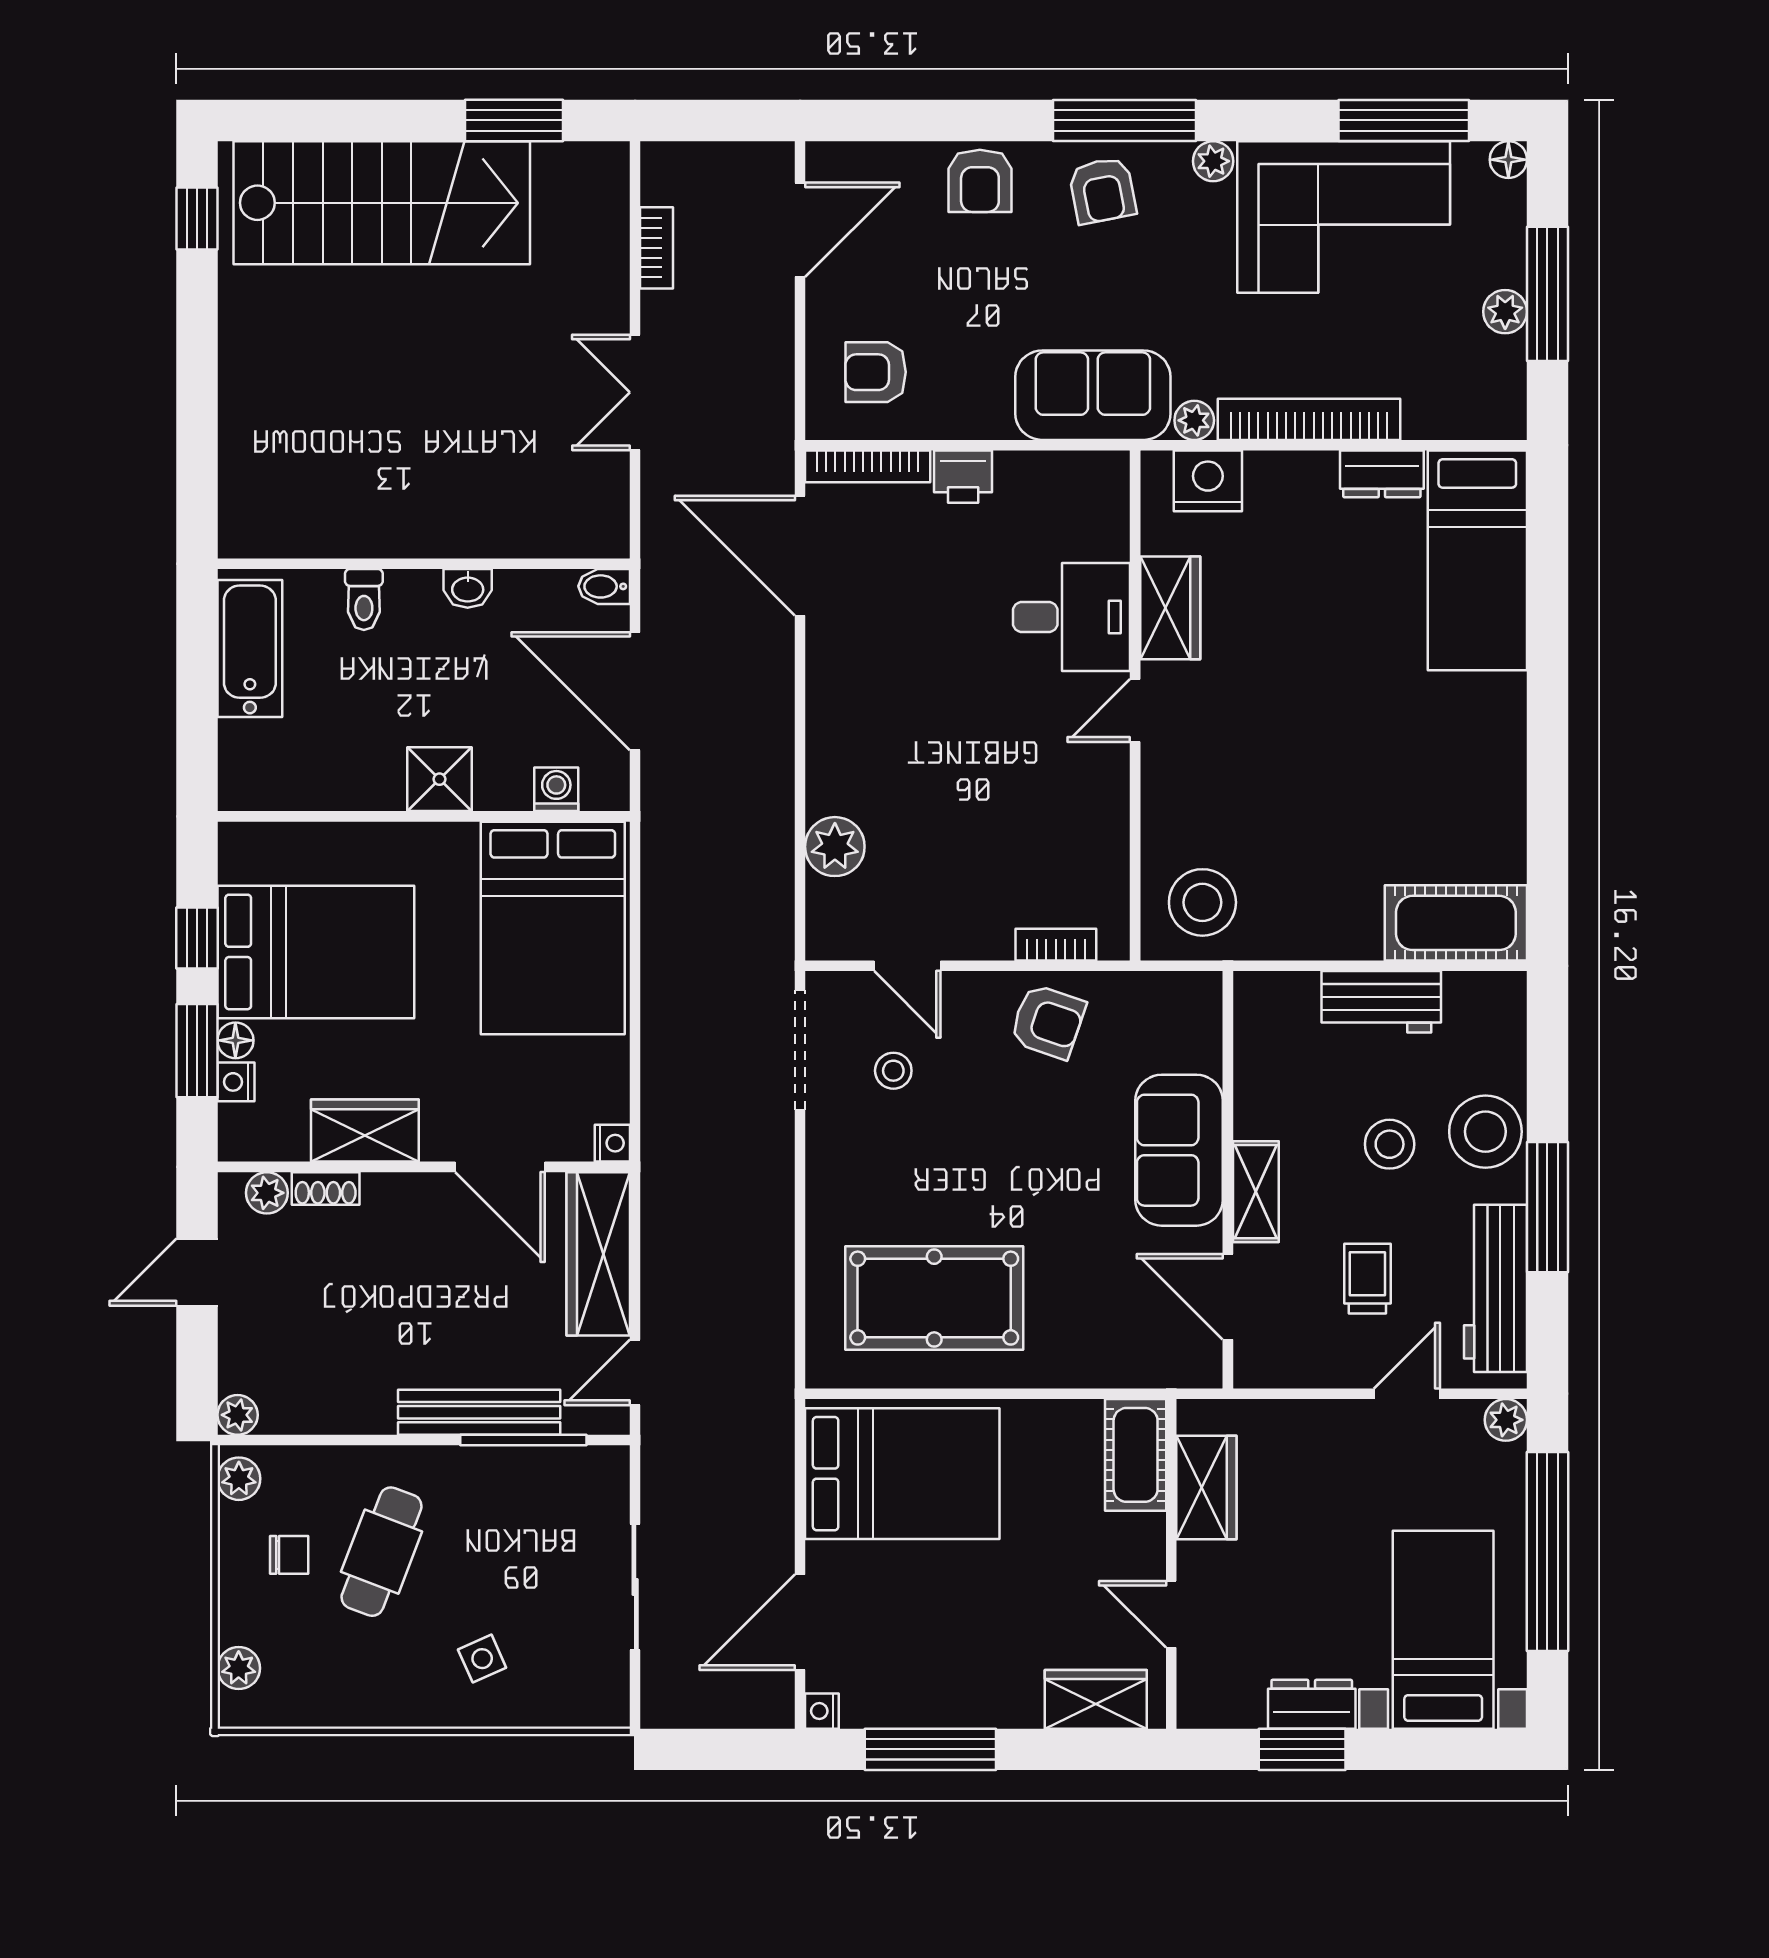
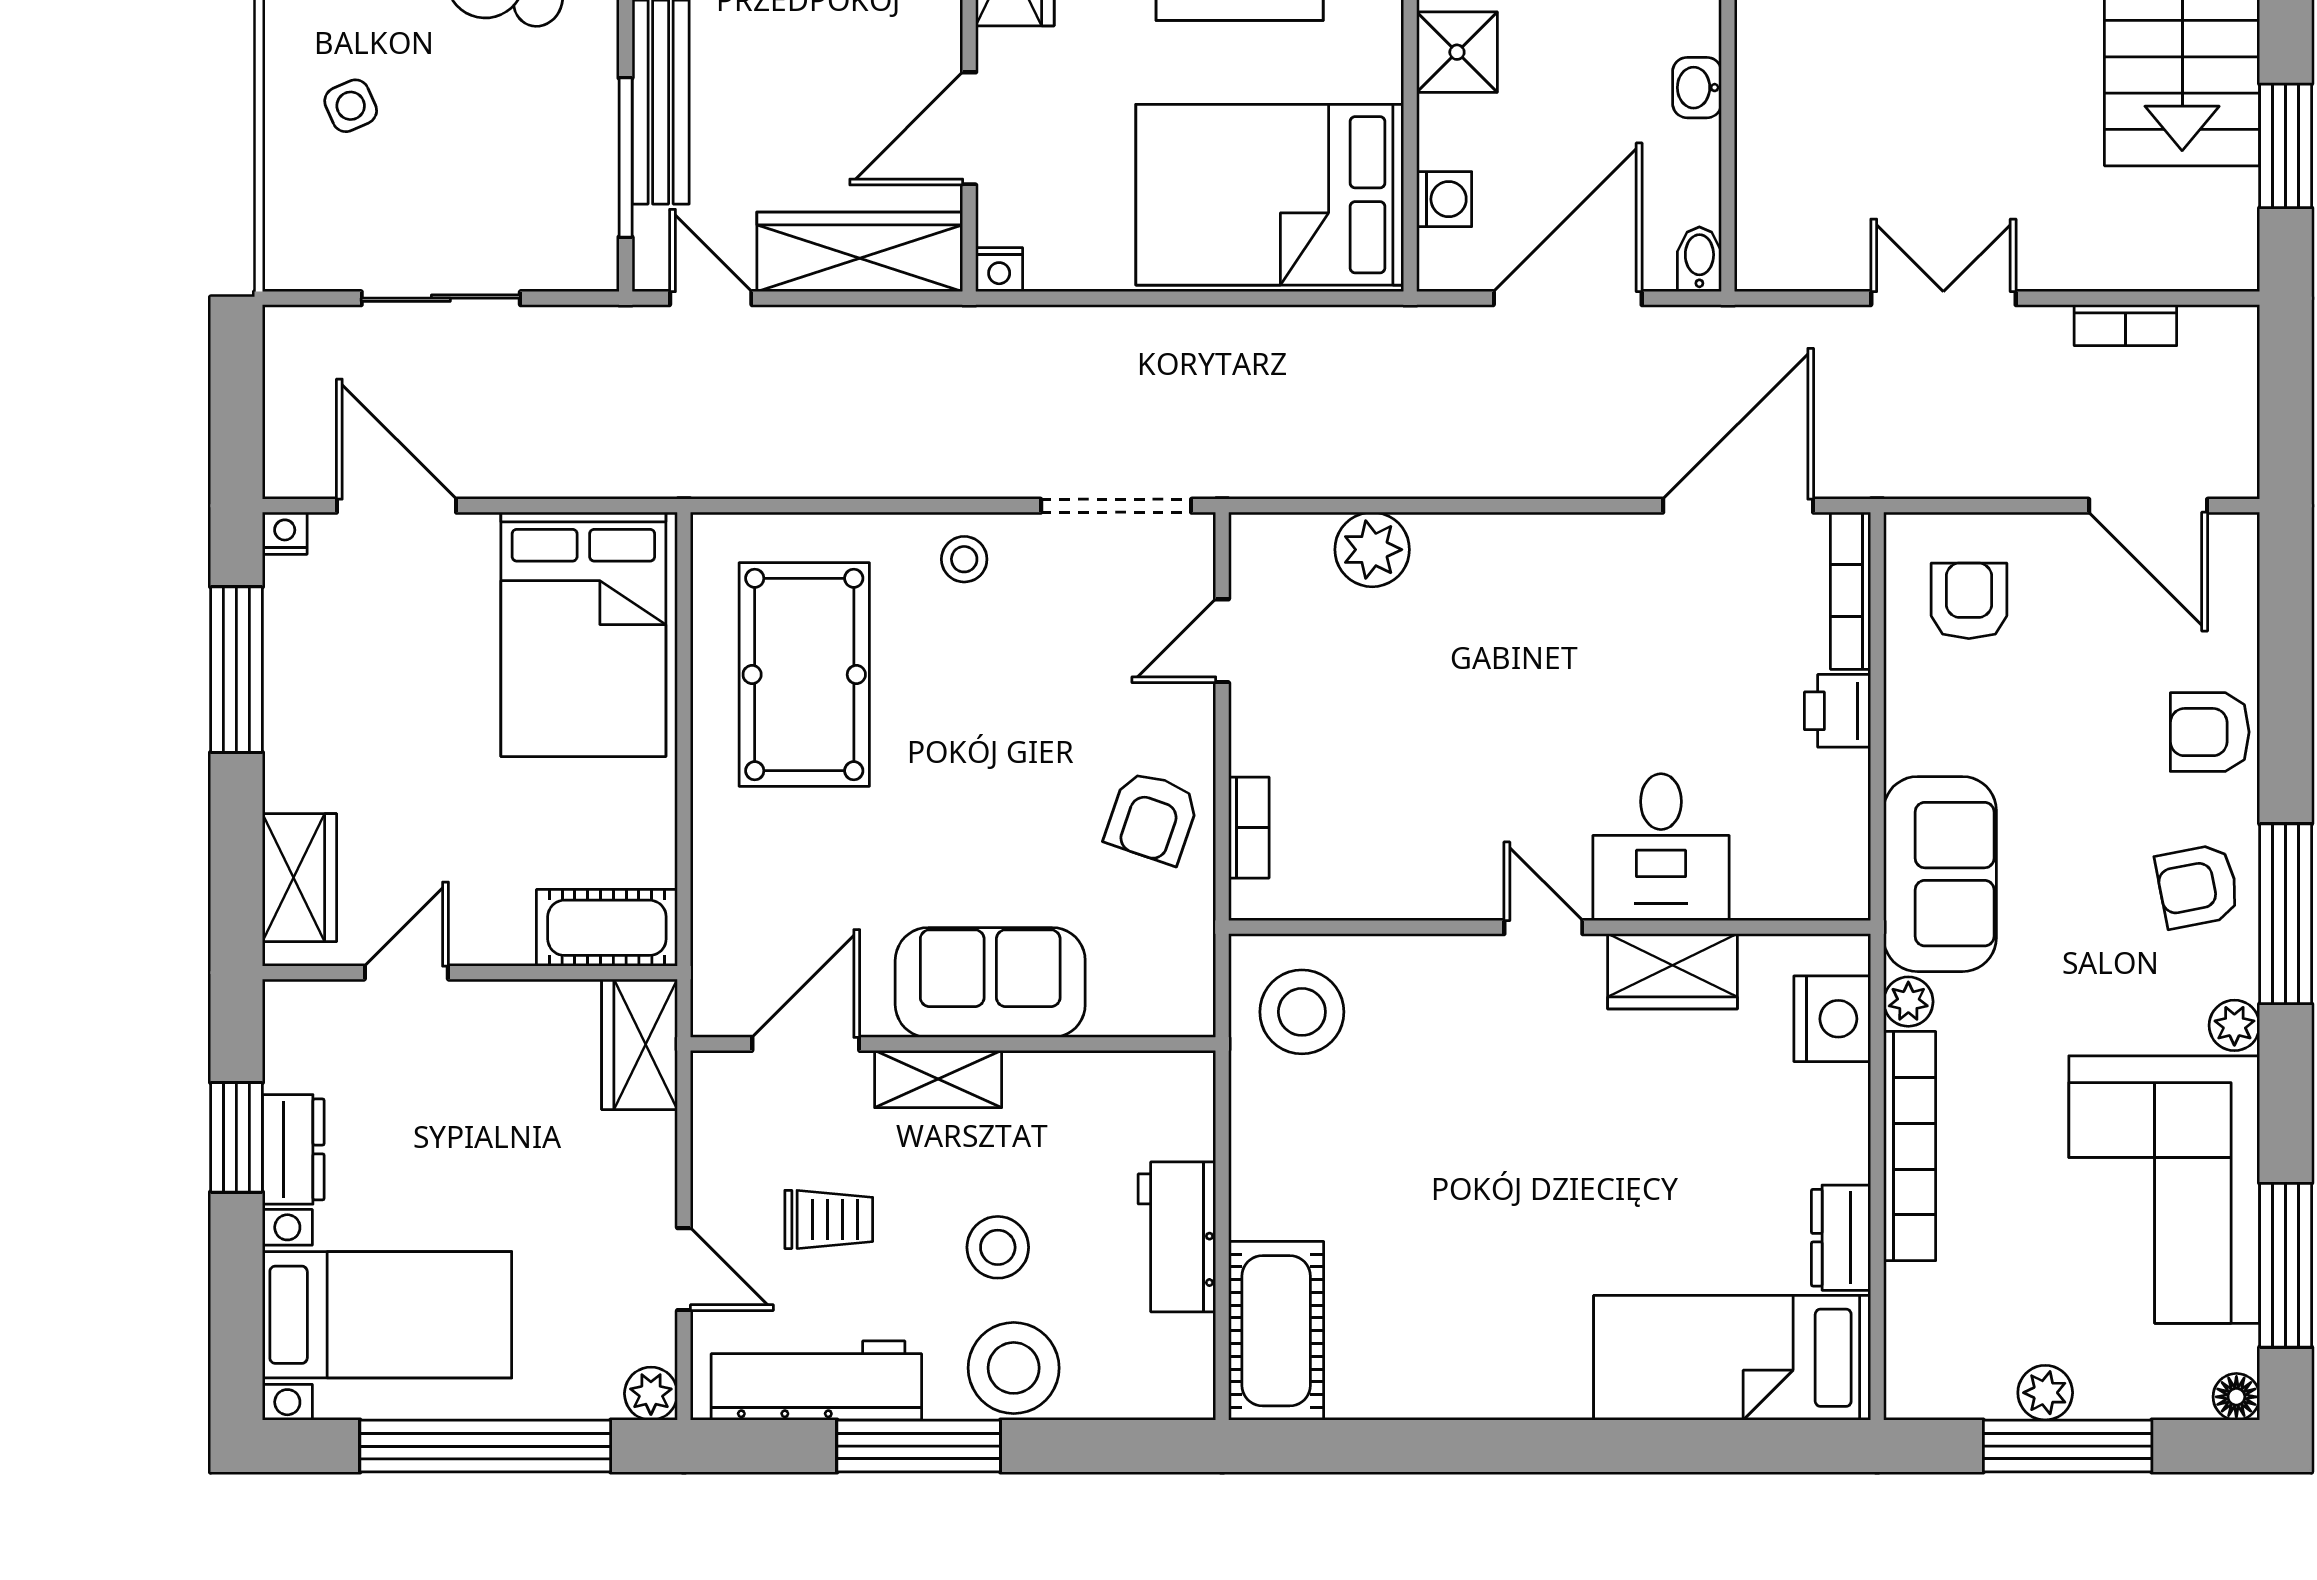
stool: (893, 1071) -> (964, 559), moved
wardrobe: (1206, 1488) -> (640, 1044), moved, turned 90

